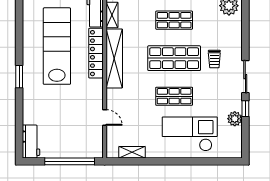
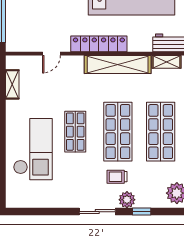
shop shelf: (174, 20) -> (161, 132), width x1.43, depth x1.36
locker: (96, 53) -> (99, 44), moved
window: (245, 109) -> (142, 212), moved
plant: (235, 119) -> (127, 200), moved

